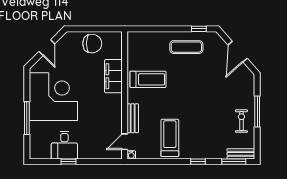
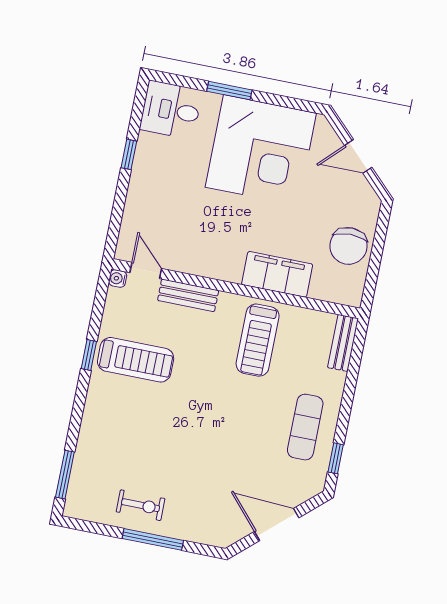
window: (27, 118) -> (229, 91), width x0.69
desk: (64, 145) -> (171, 110), moved
bench: (241, 154) -> (343, 343), moved
window: (198, 162) -> (89, 355), moved

